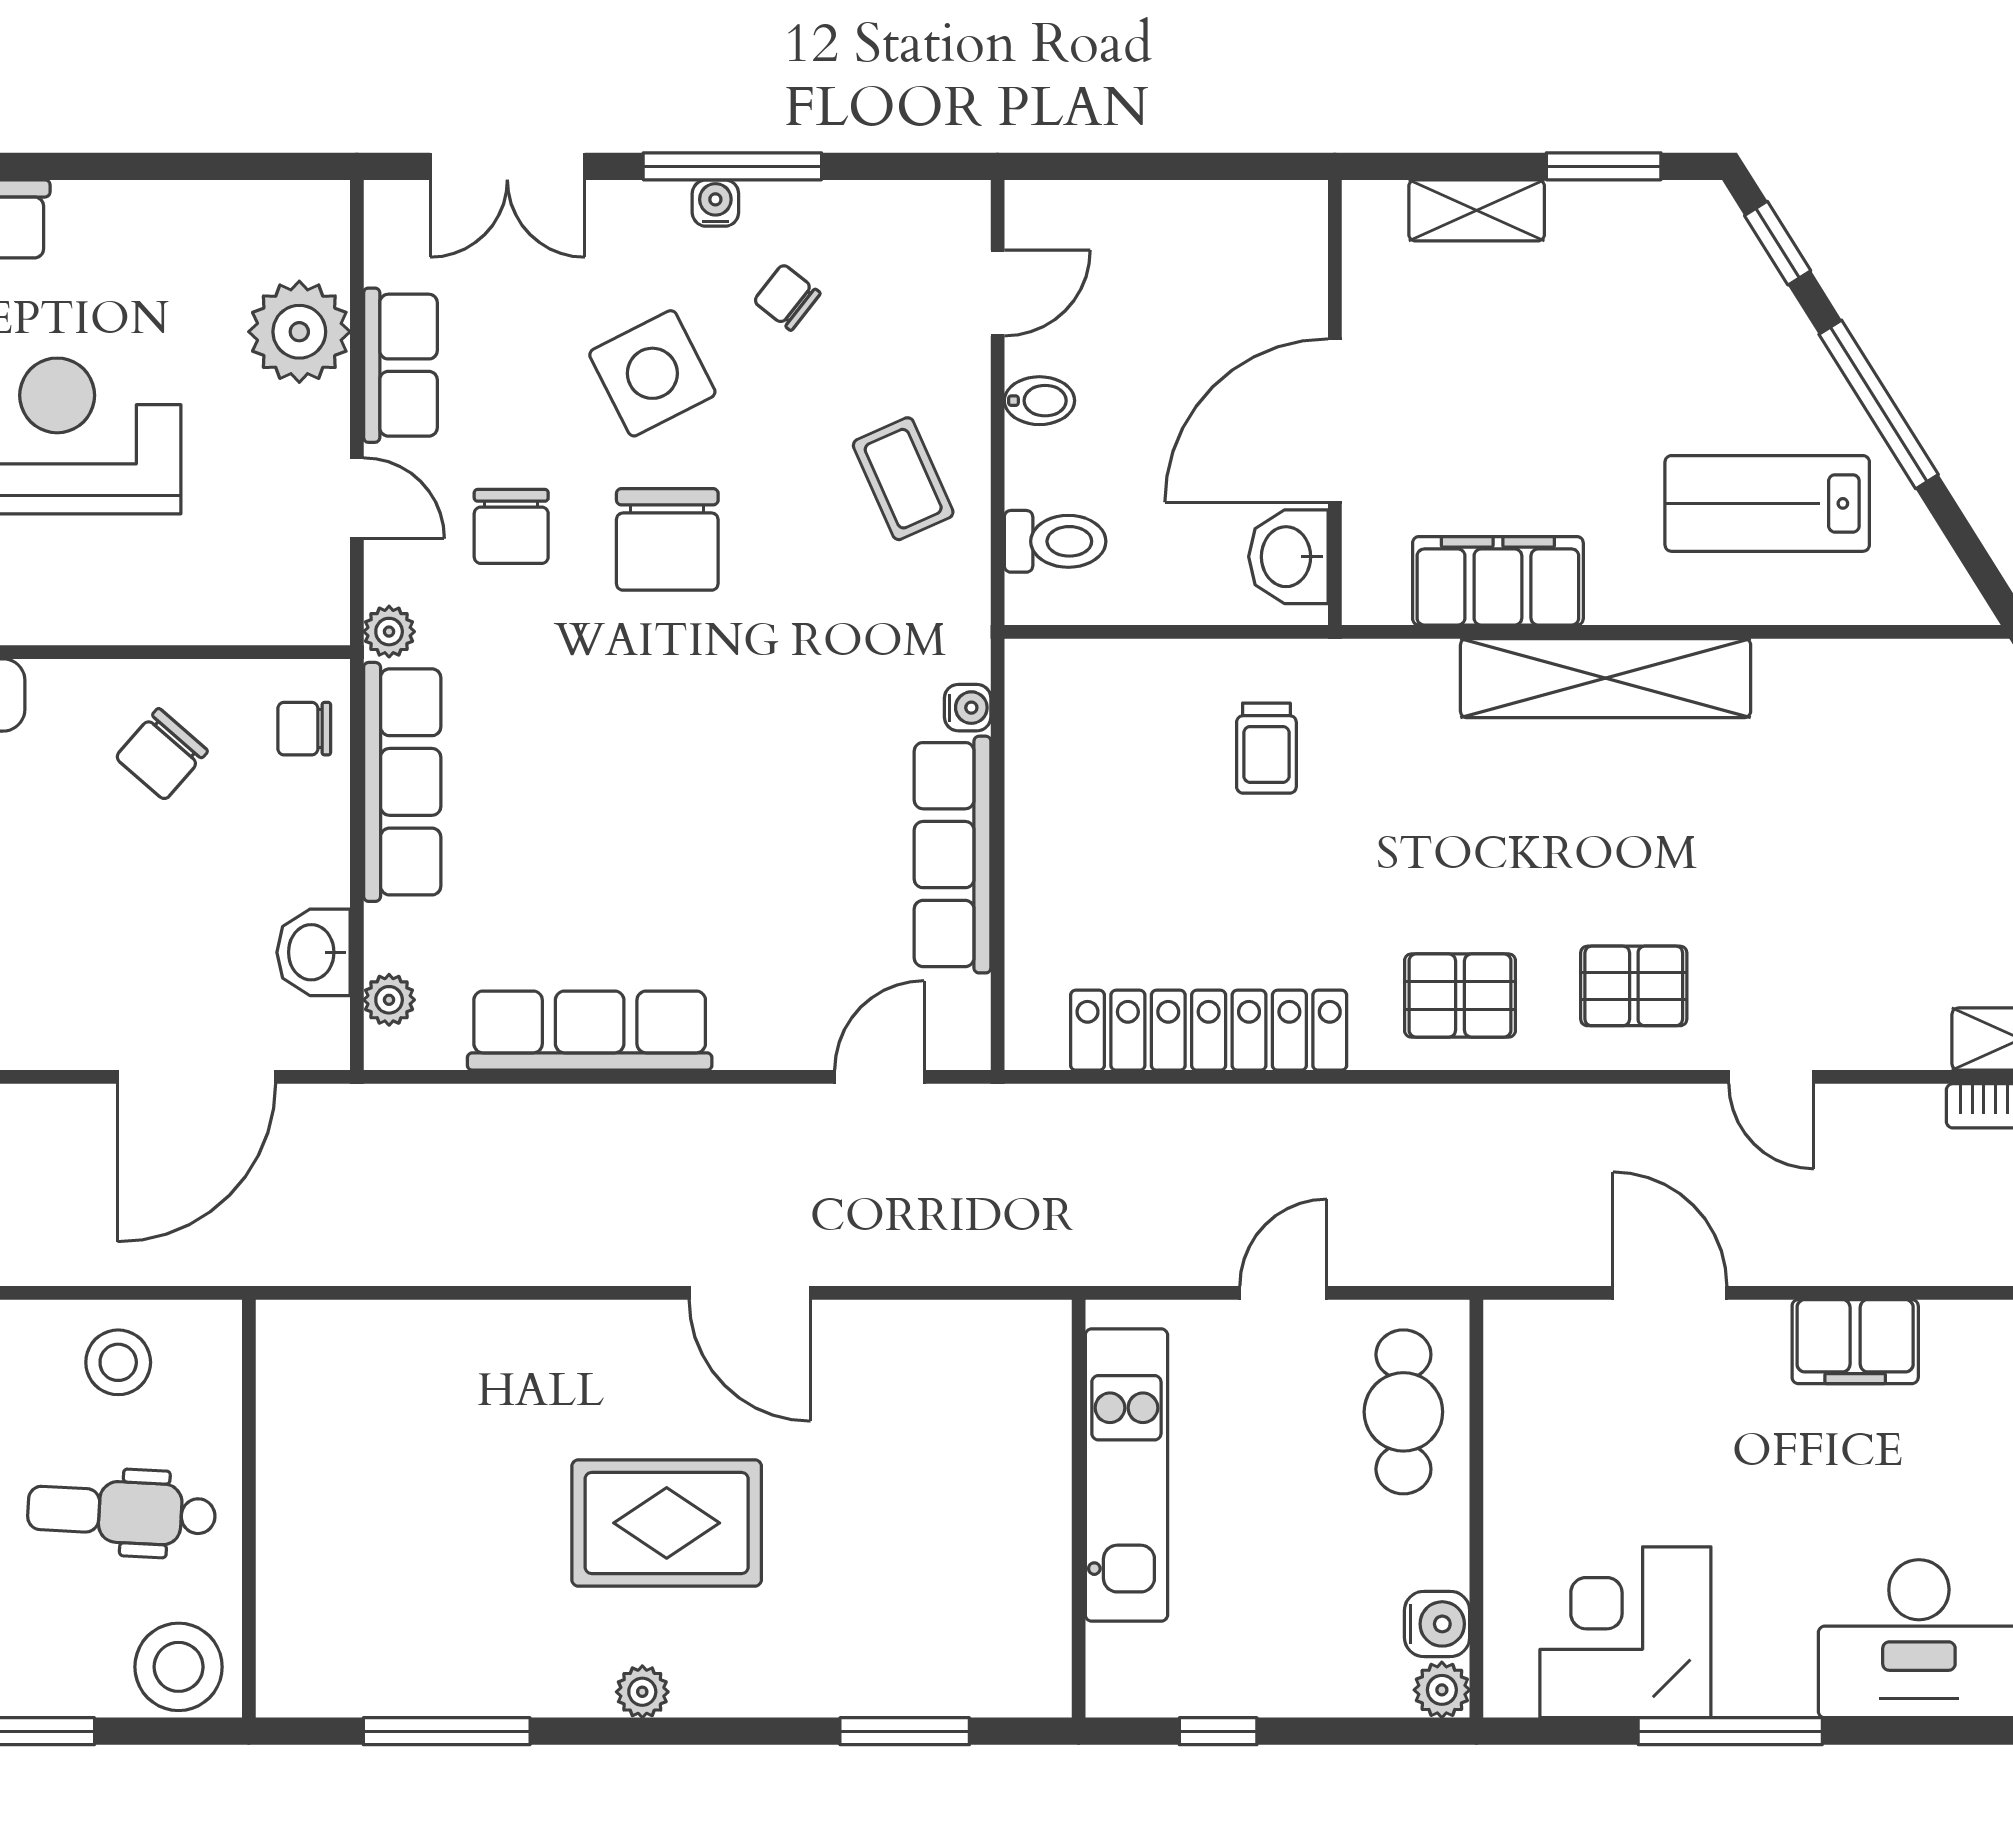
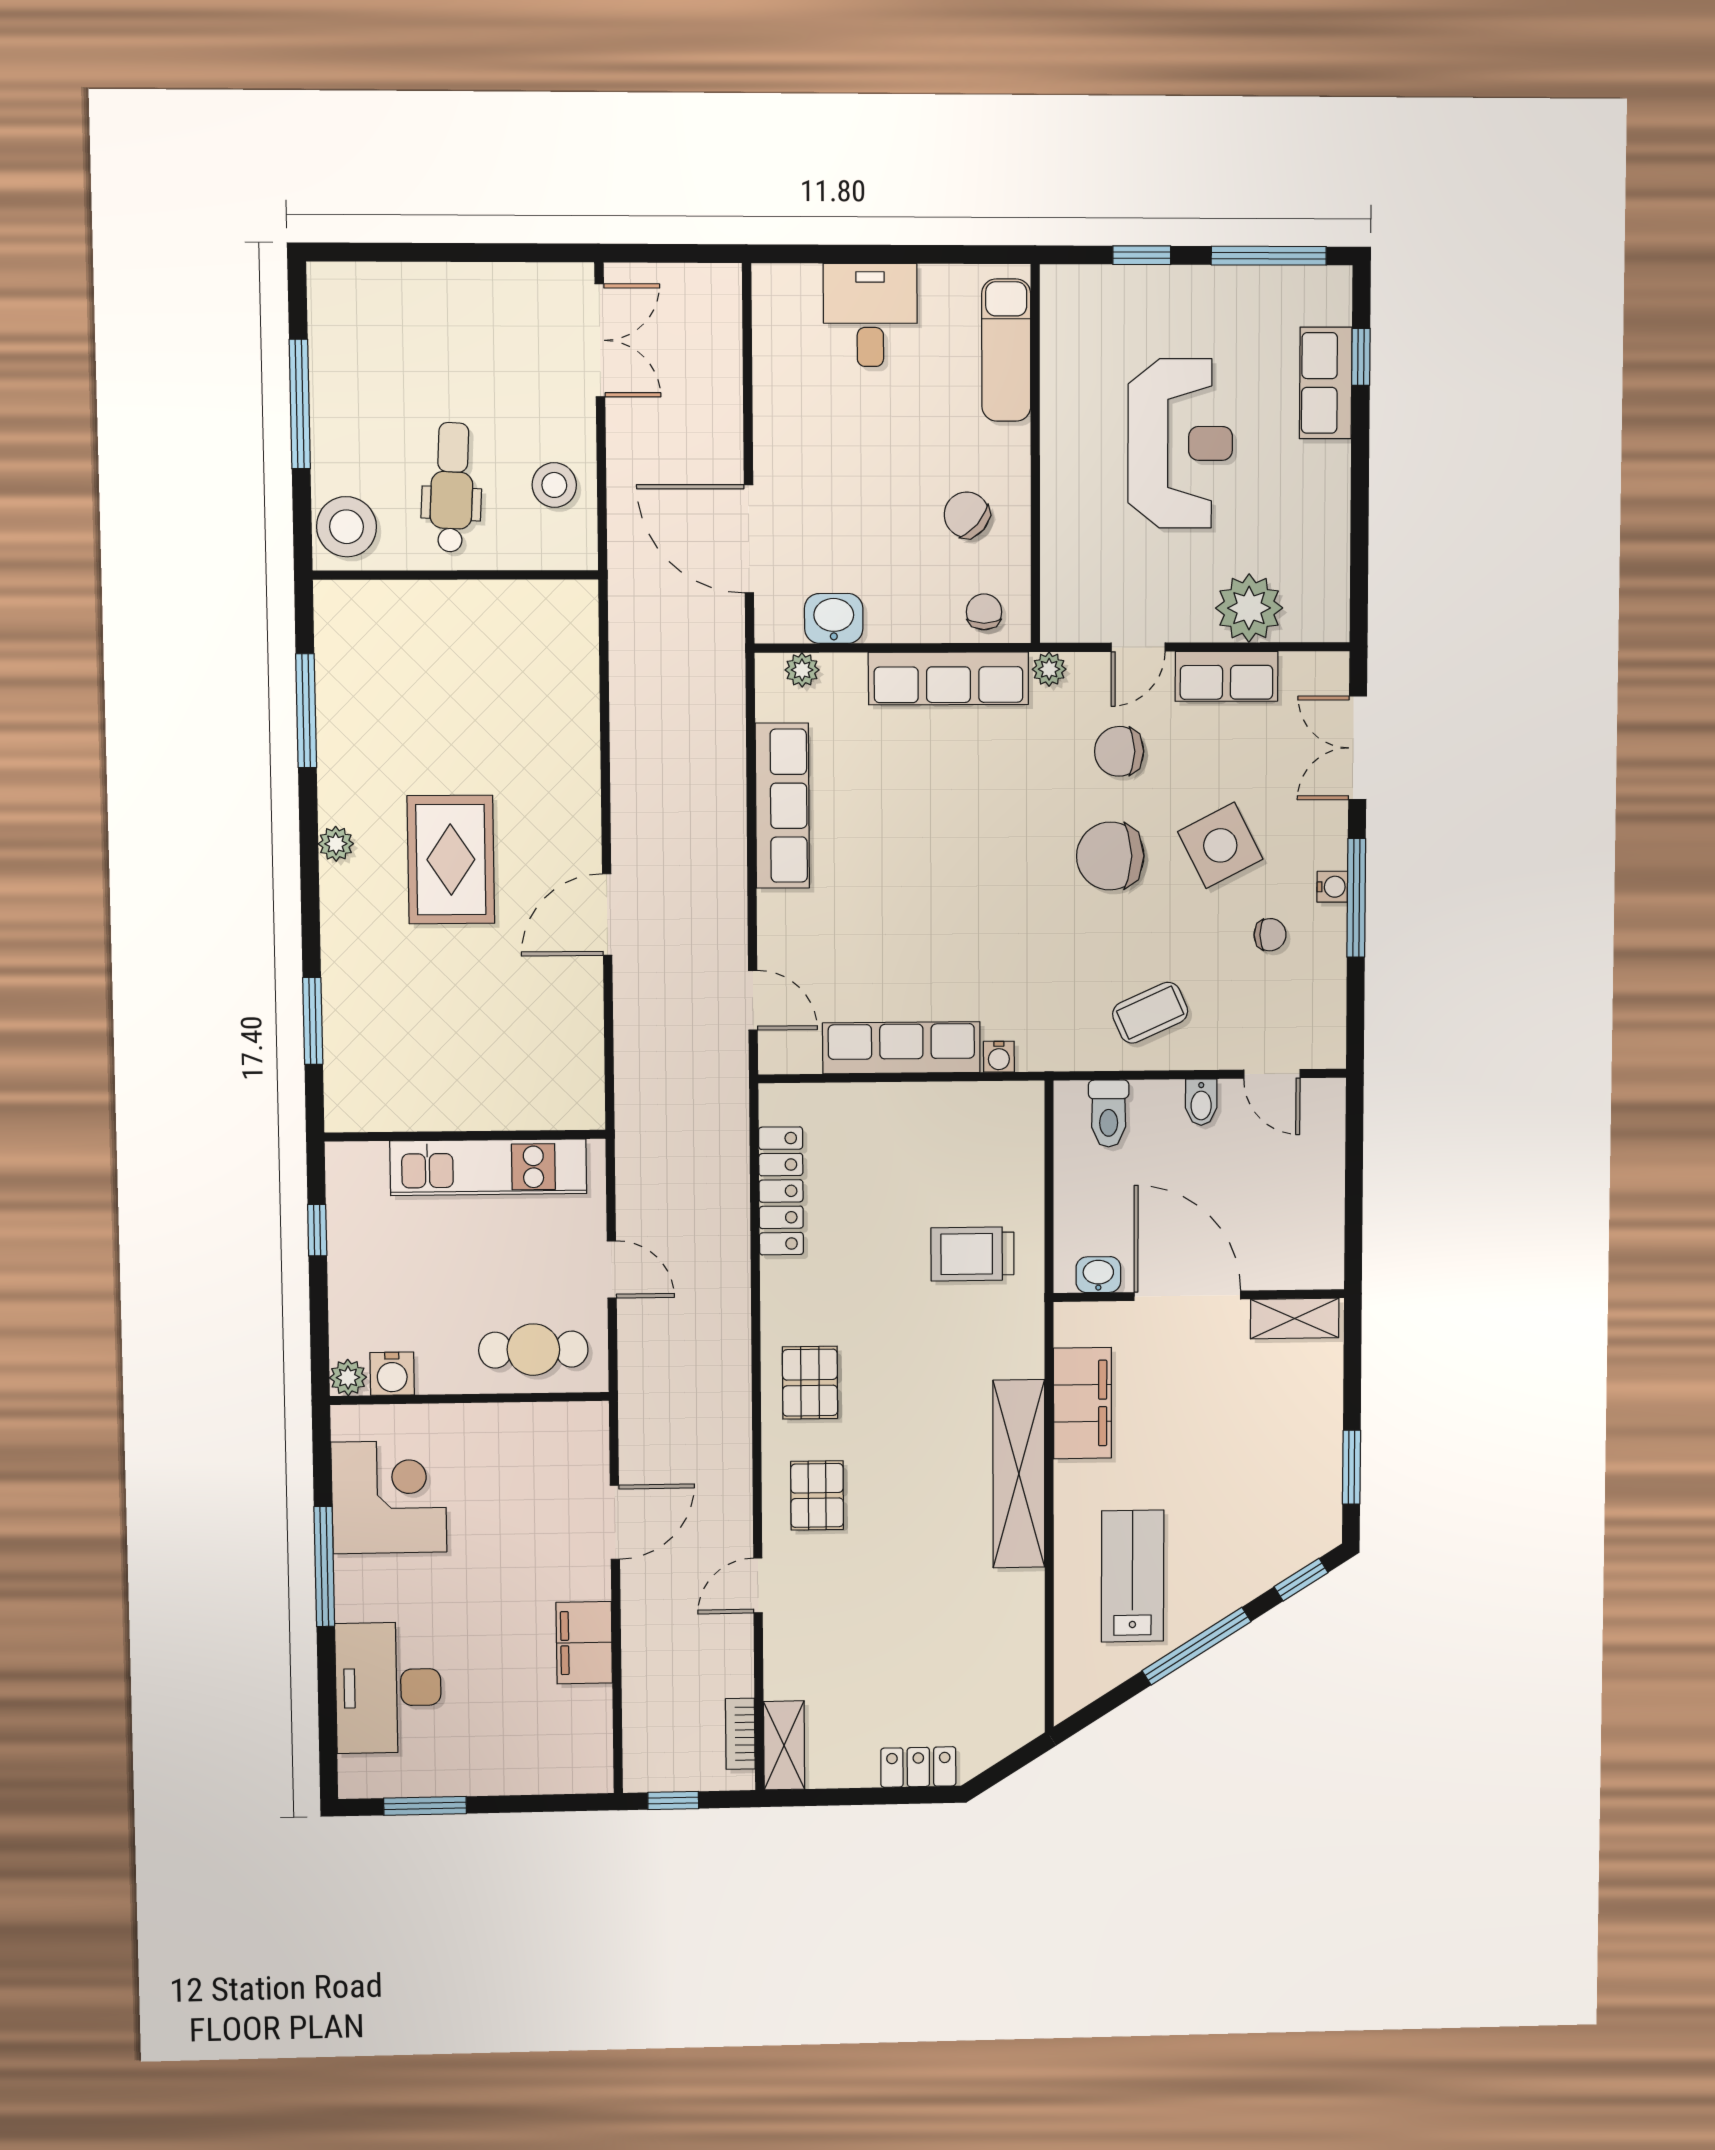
shelving: (1477, 210) -> (1295, 1318), moved, turned 90
chair: (787, 297) -> (1270, 935), turned 52
washbasin: (1288, 557) -> (1098, 1275), width x0.72, depth x0.69
trolley: (1266, 748) -> (972, 1254), width x1.36, depth x1.39
locker: (1209, 1030) -> (781, 1191), width x0.71, depth x0.83

